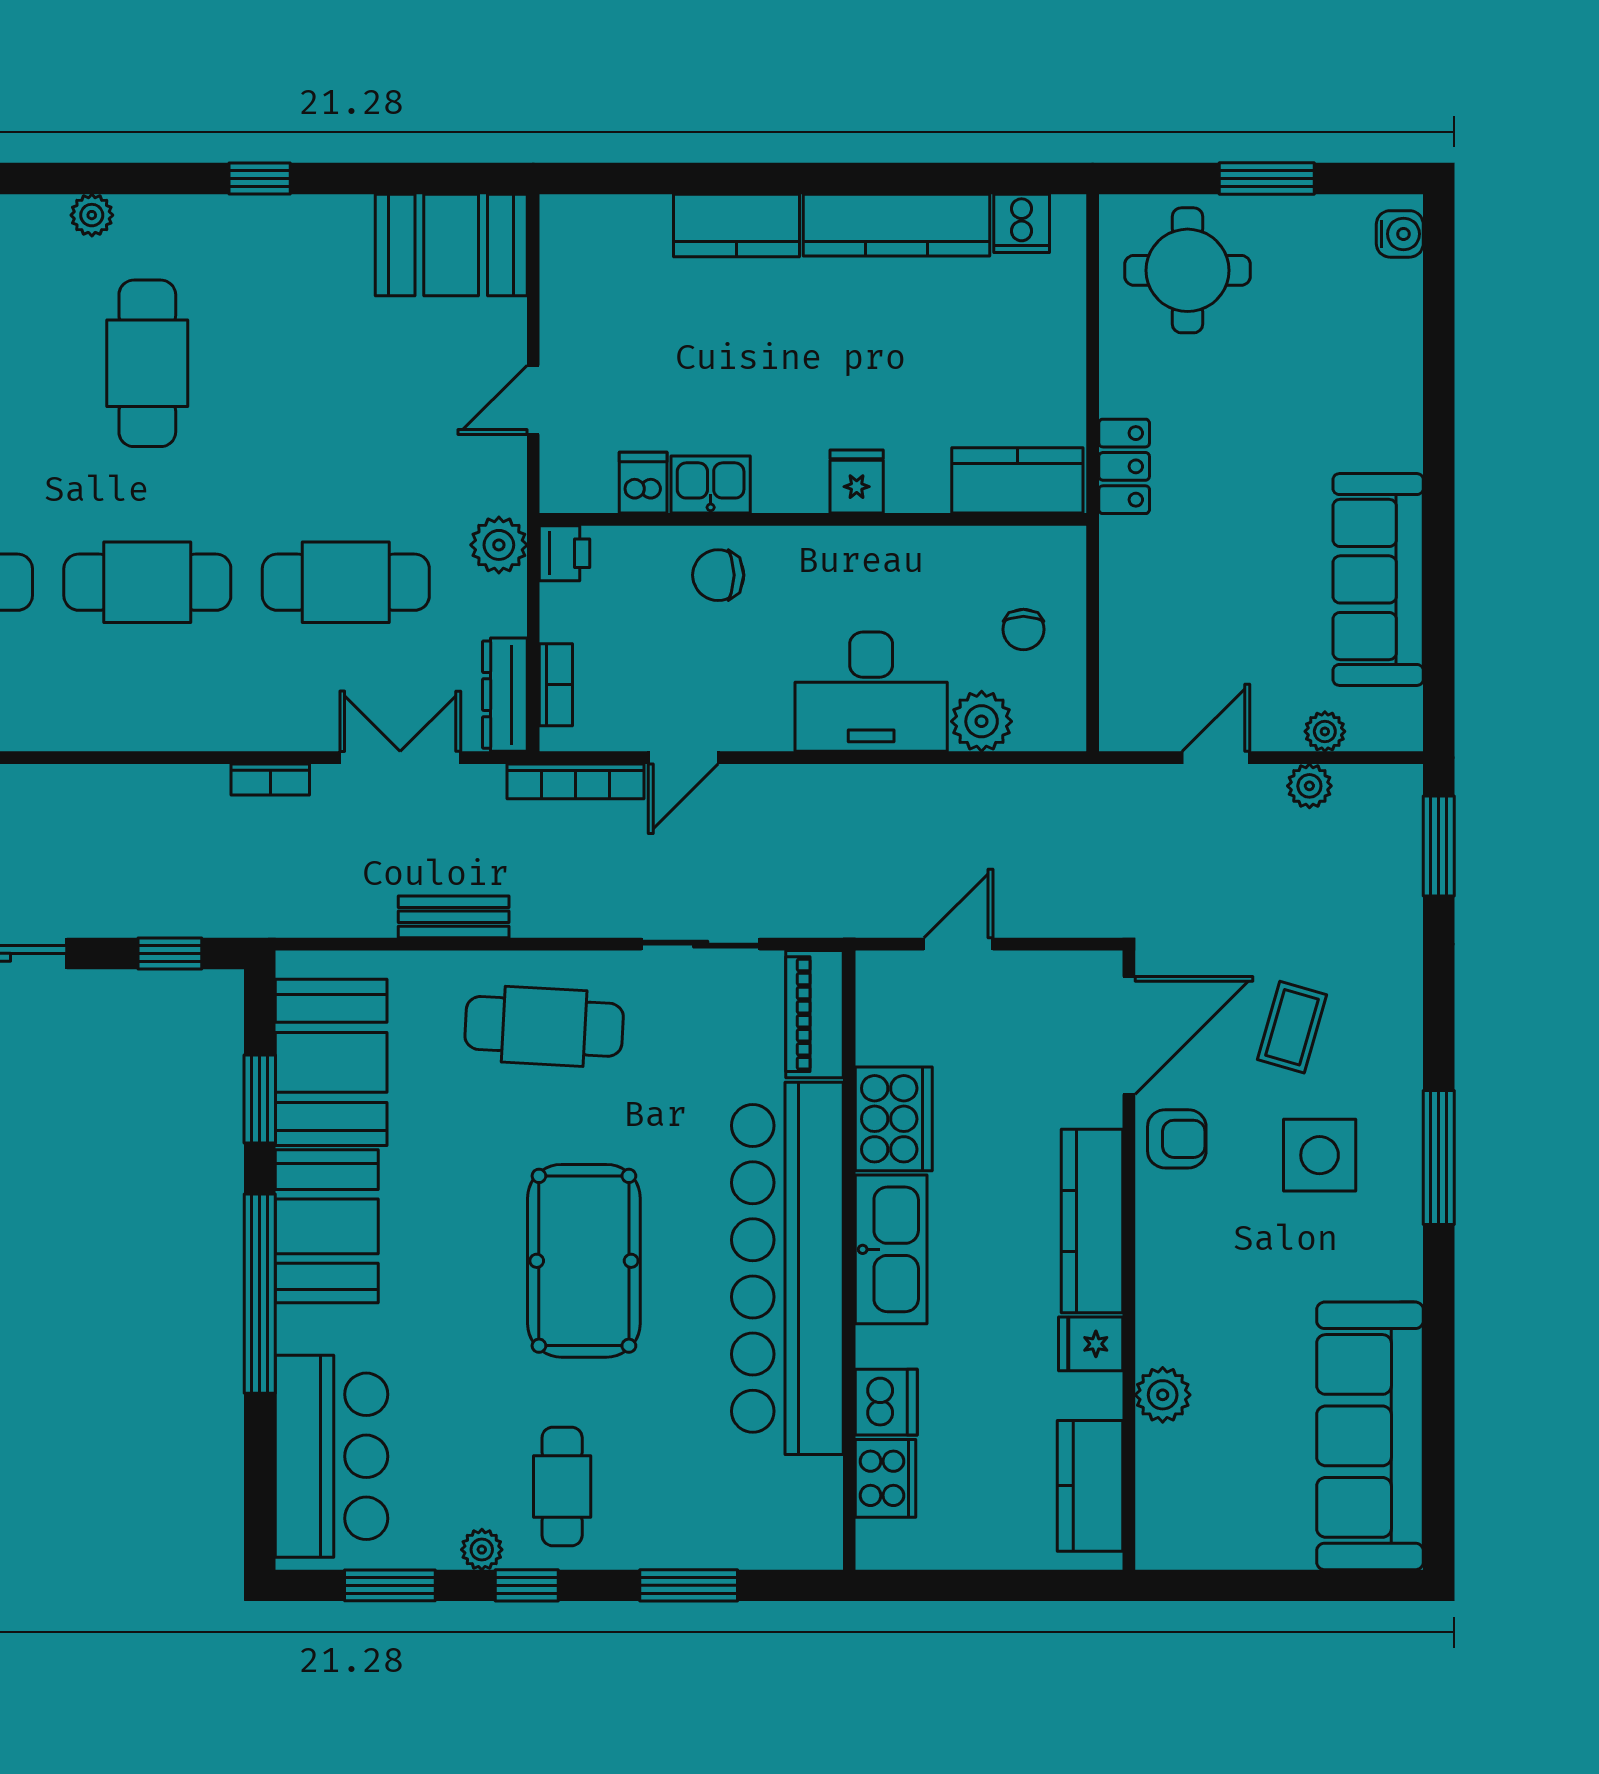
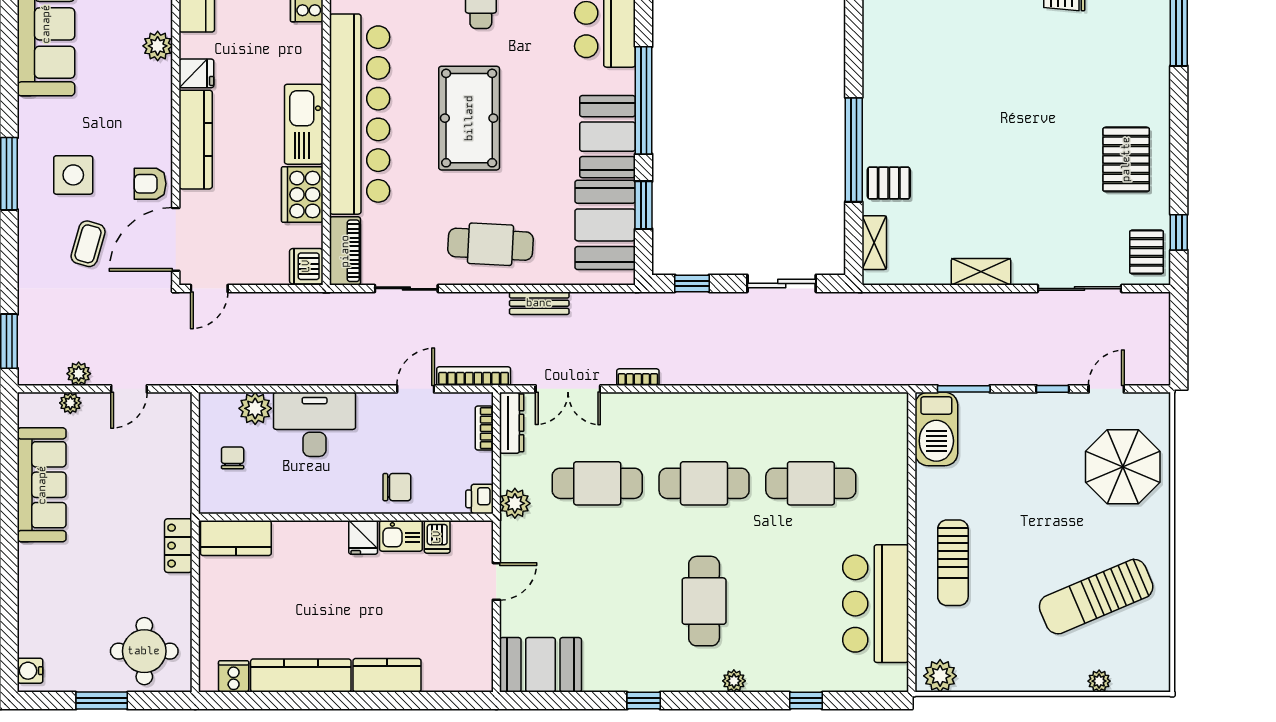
fridge: (857, 482) -> (363, 537), moved
door: (958, 944) -> (209, 289), moved
dishwasher: (886, 1402) -> (306, 266), moved

